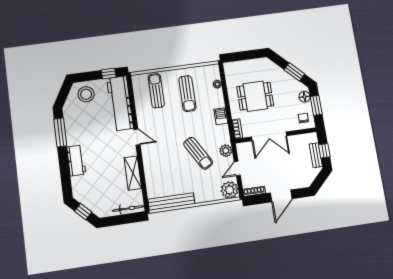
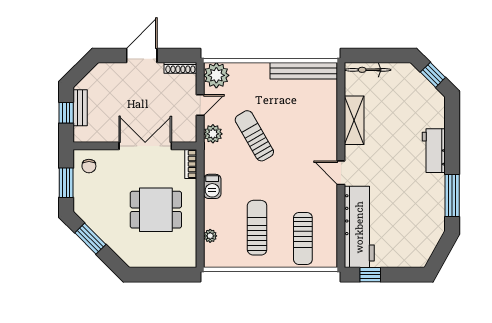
stool: (86, 94) -> (408, 248), removed
floor lamp: (305, 97) -> (82, 198), removed

